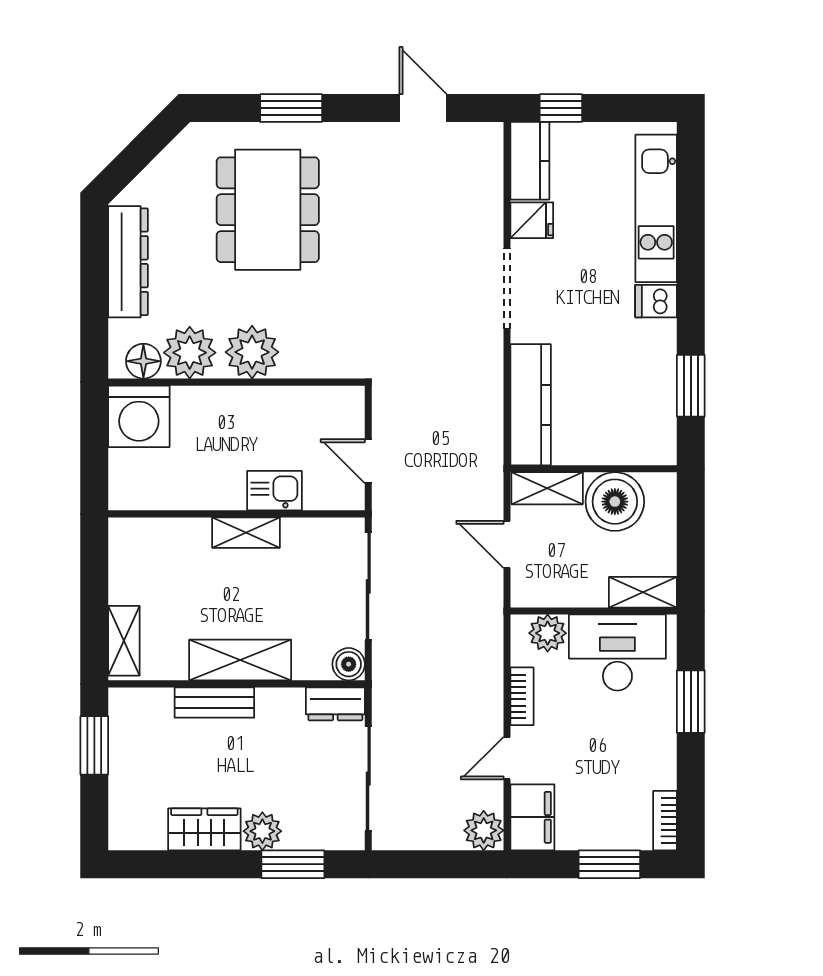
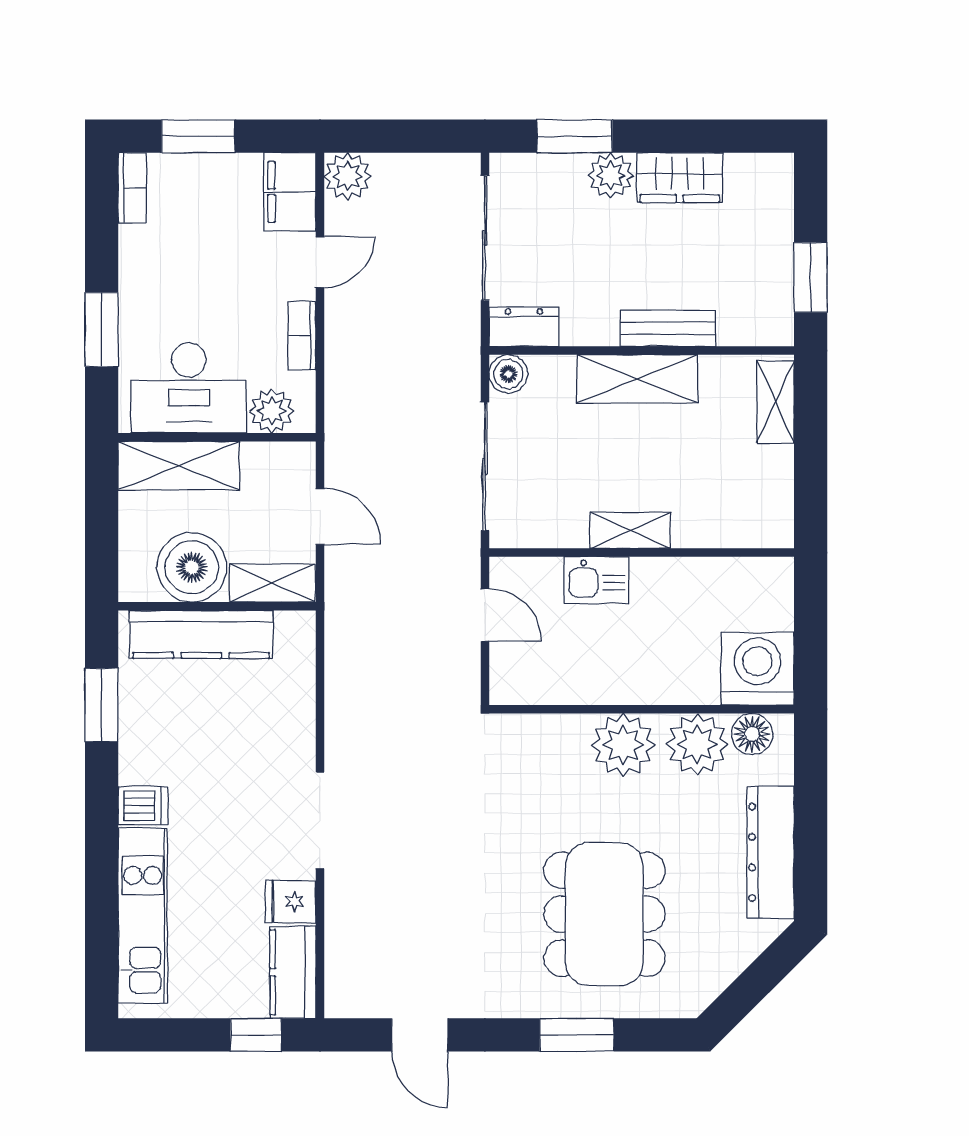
kitchen counter: (531, 405) -> (201, 634), moved, turned -90
shelving: (643, 592) -> (179, 466), width x1.50, depth x1.33

